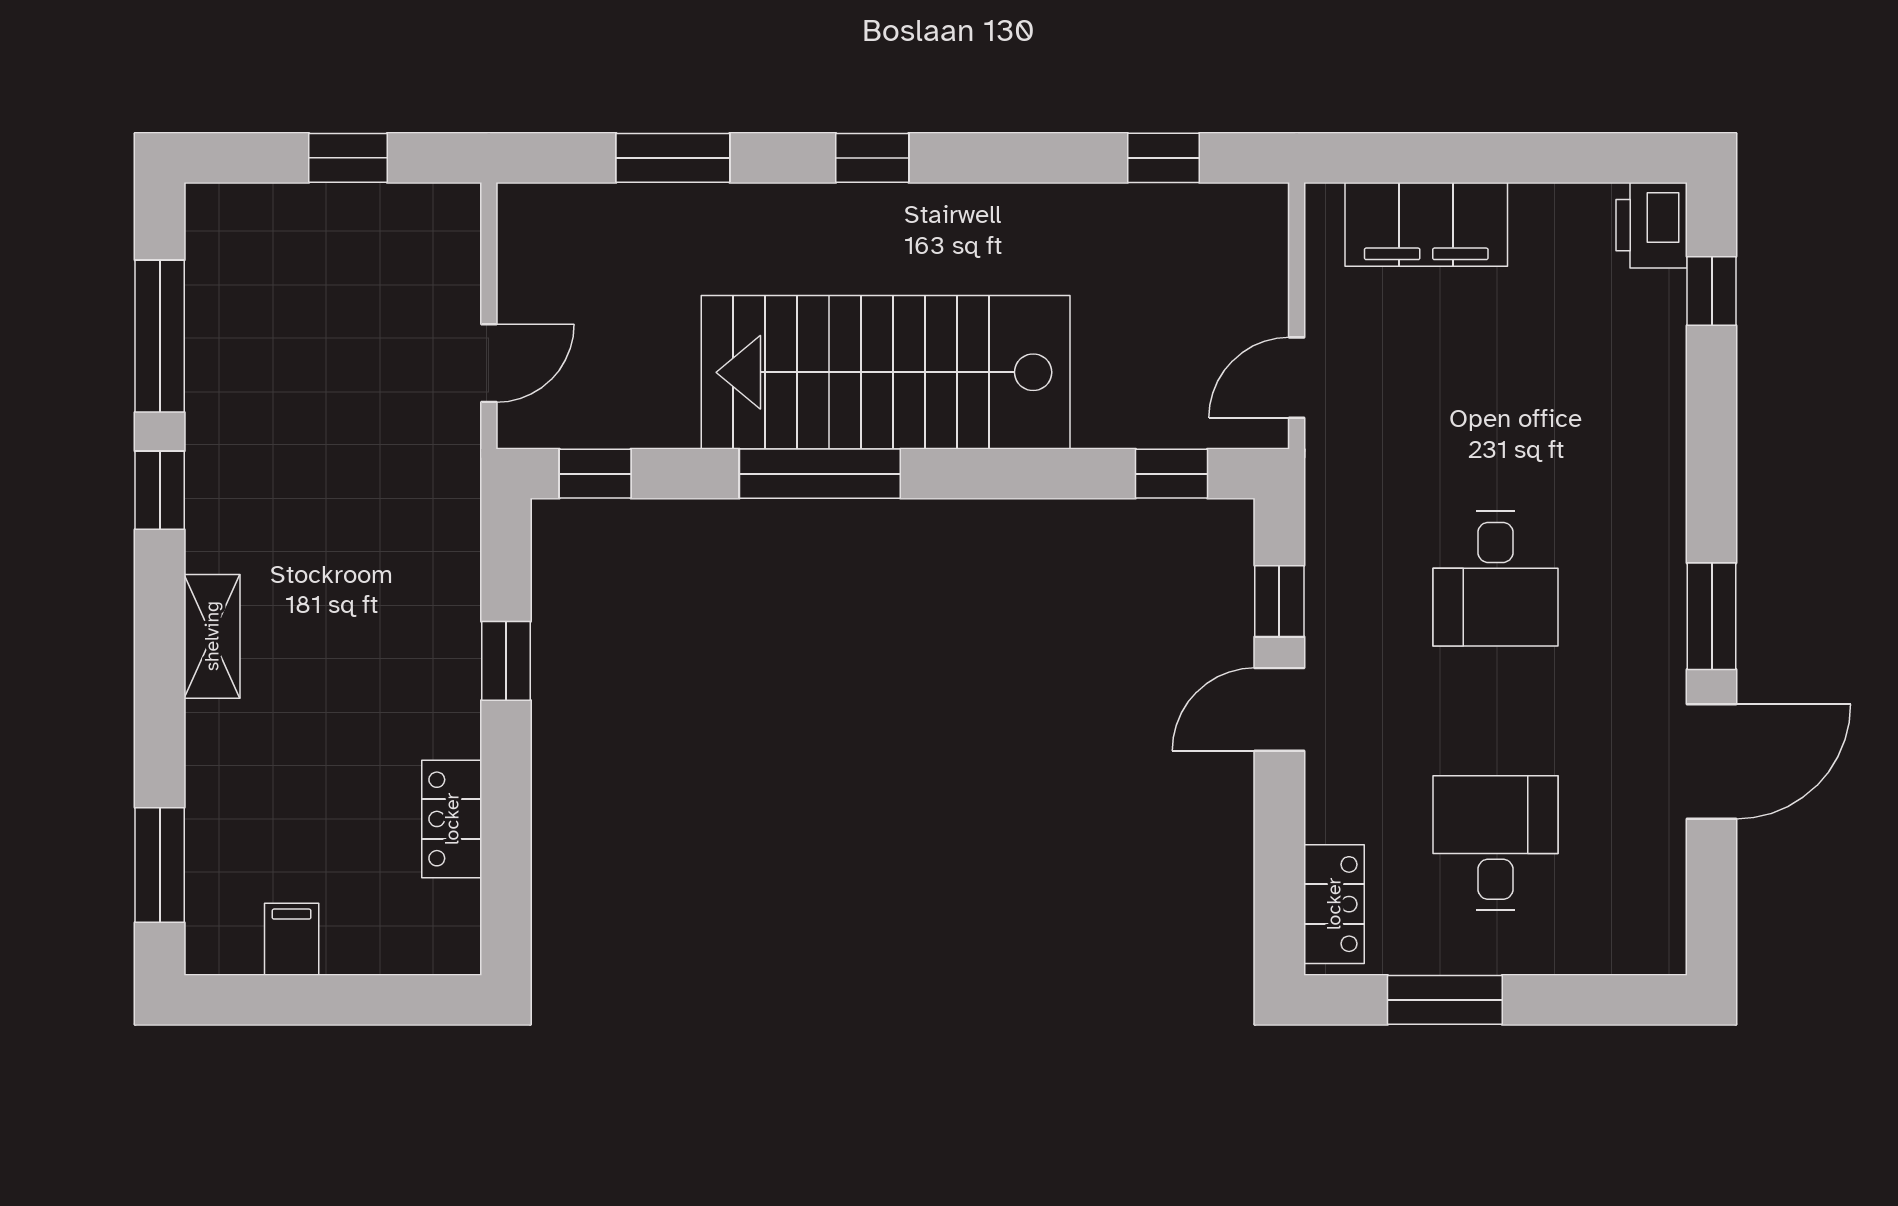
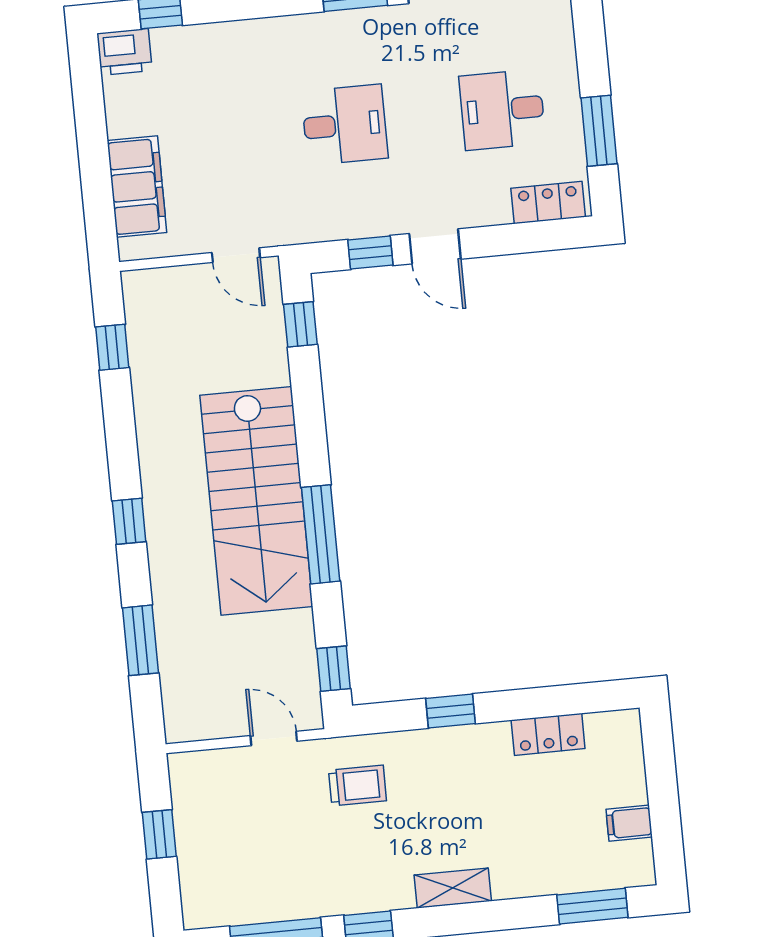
trolley: (397, 495) -> (358, 785), added

